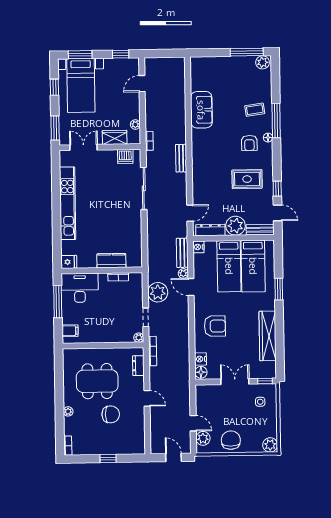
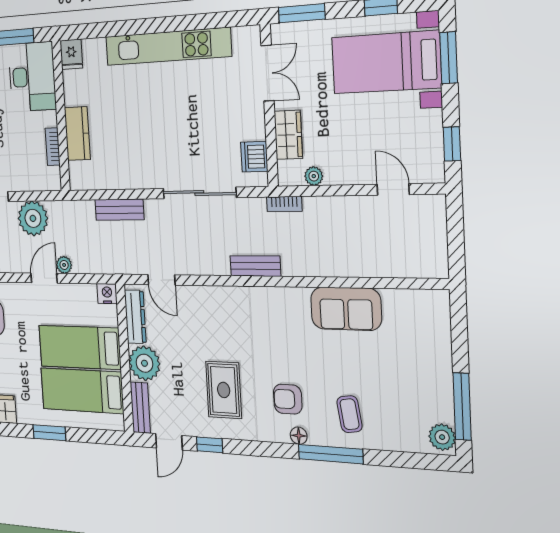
bench: (182, 253) -> (119, 210), moved

